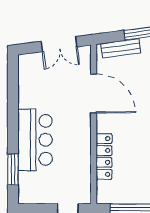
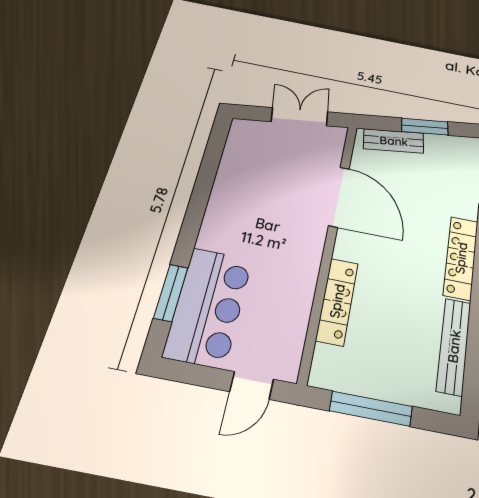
double door: (59, 44) -> (300, 117), swing flipped
bar counter: (35, 140) -> (209, 307), moved

